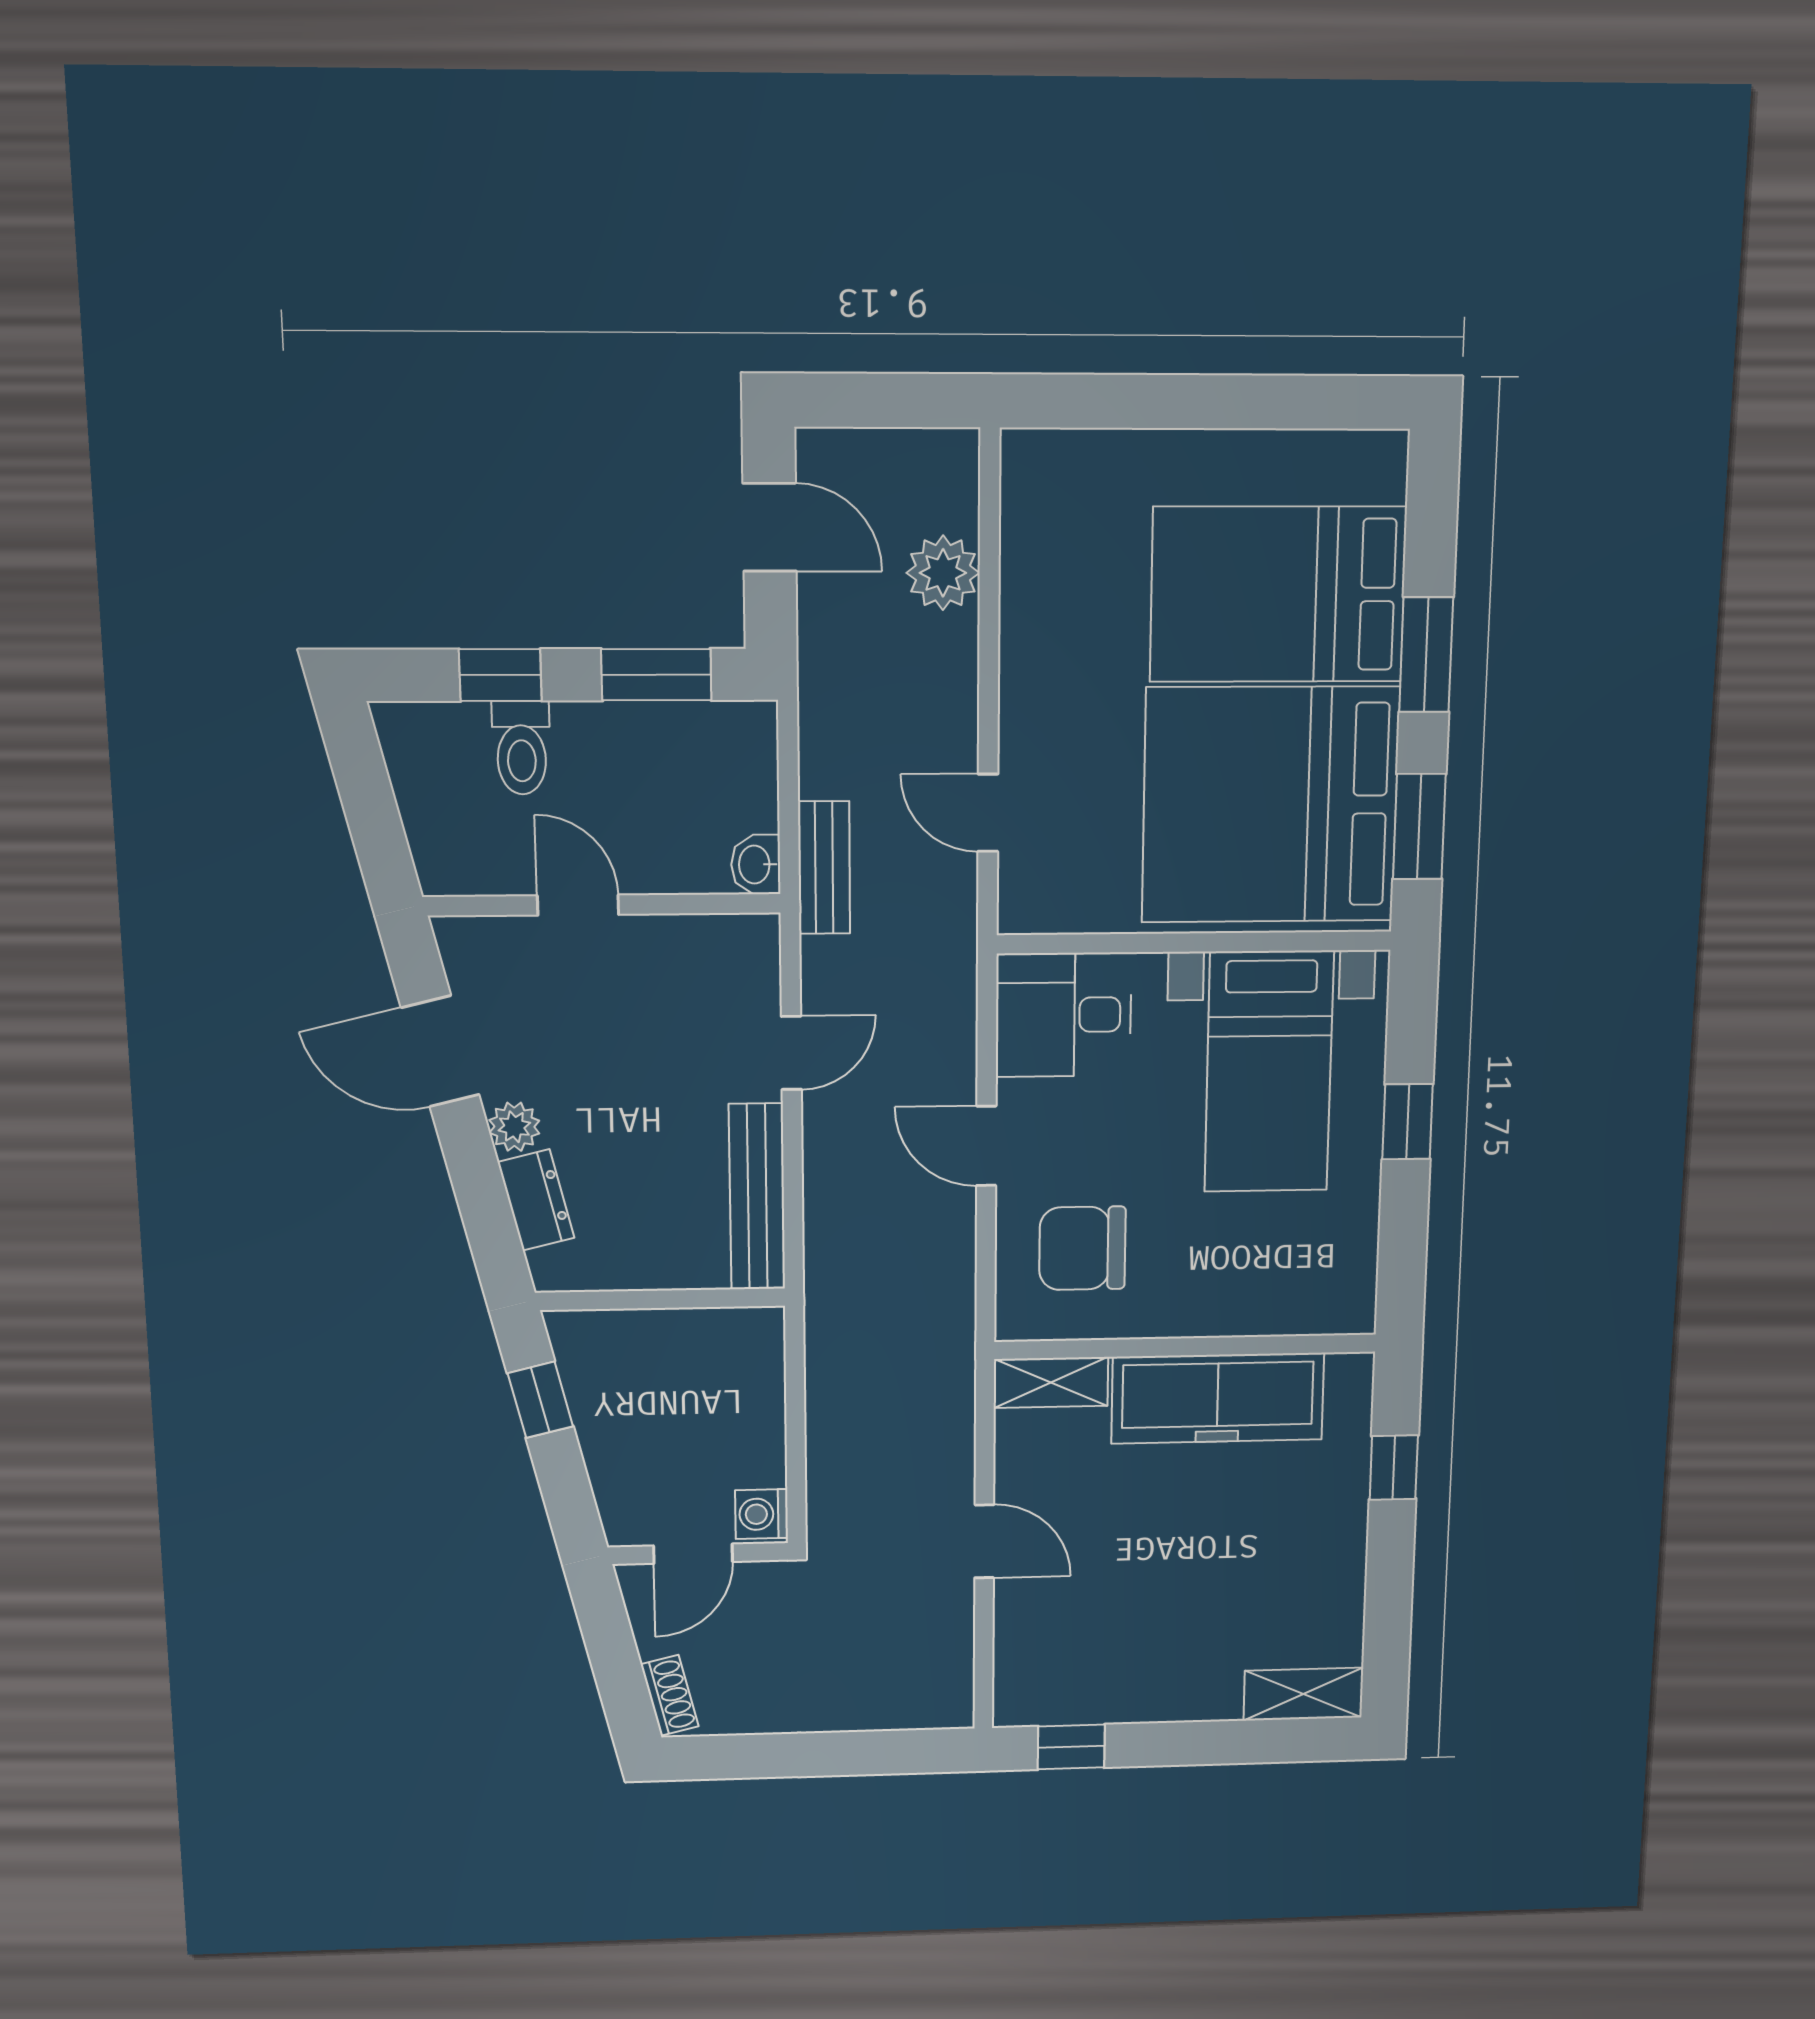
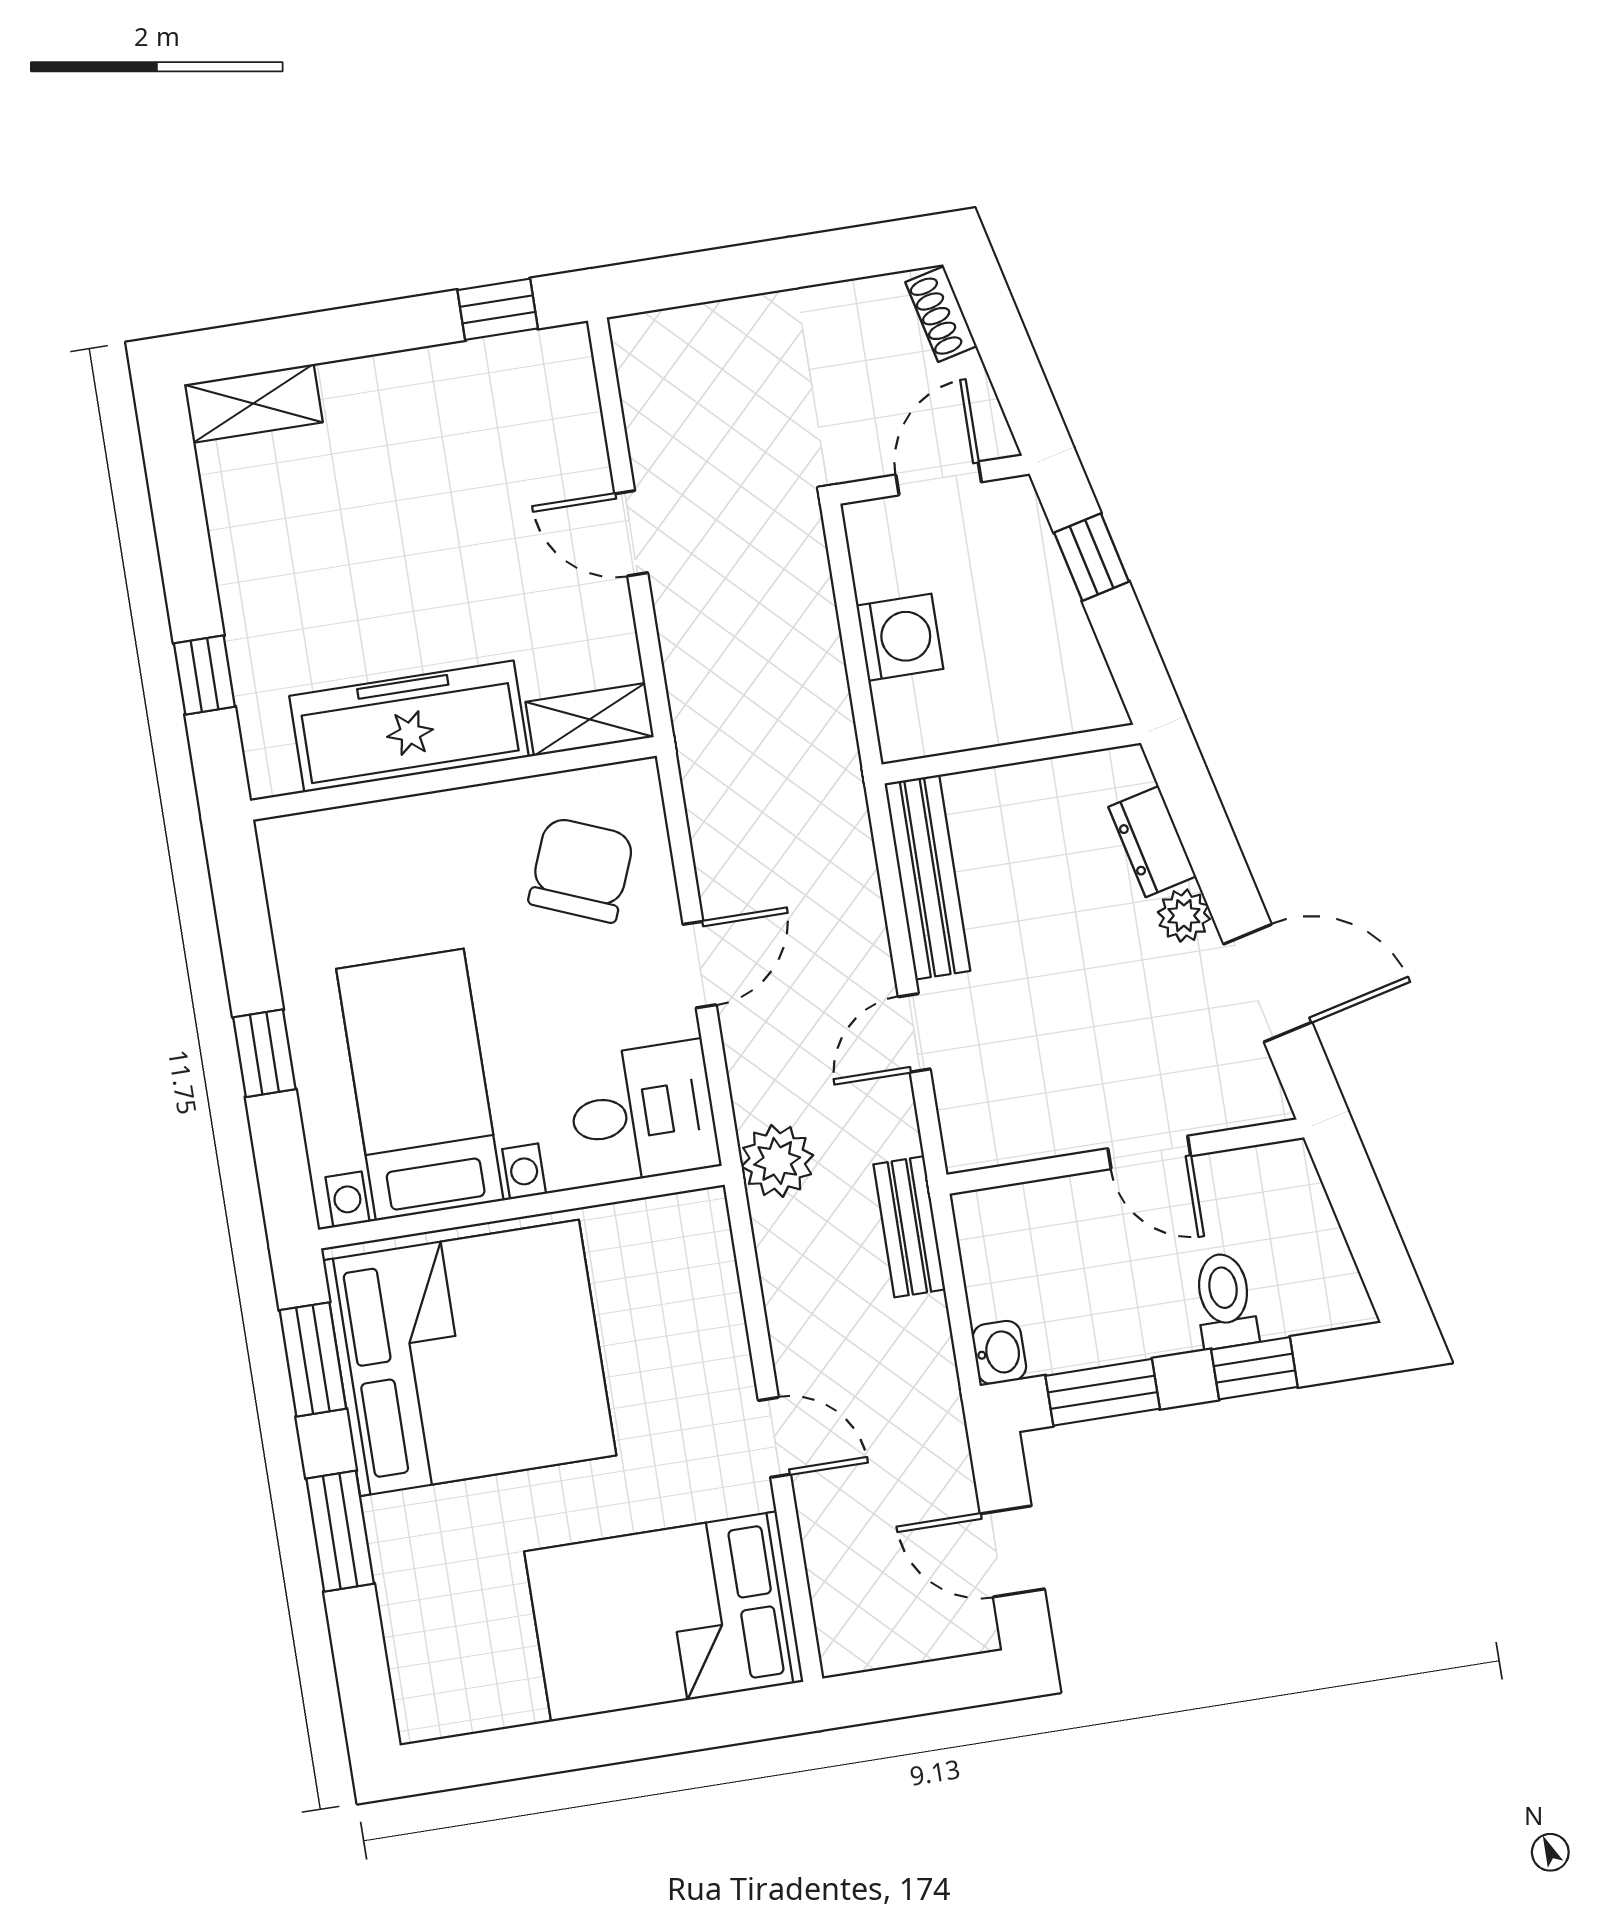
plant: (943, 573) -> (777, 1161), moved
bed: (1278, 595) -> (664, 1617), moved, turned 180
door: (988, 813) -> (774, 1437), moved
washbasin: (756, 865) -> (999, 1352), moved
door: (986, 1146) -> (700, 965), hinge flipped
chair: (1082, 1248) -> (581, 870), turned -68
window: (540, 1400) -> (1092, 557), moved
washing machine: (762, 1514) -> (900, 637), moved, width x1.38, depth x1.38

